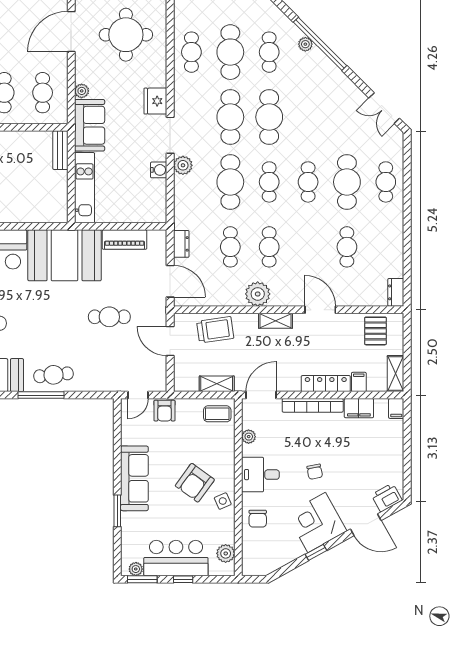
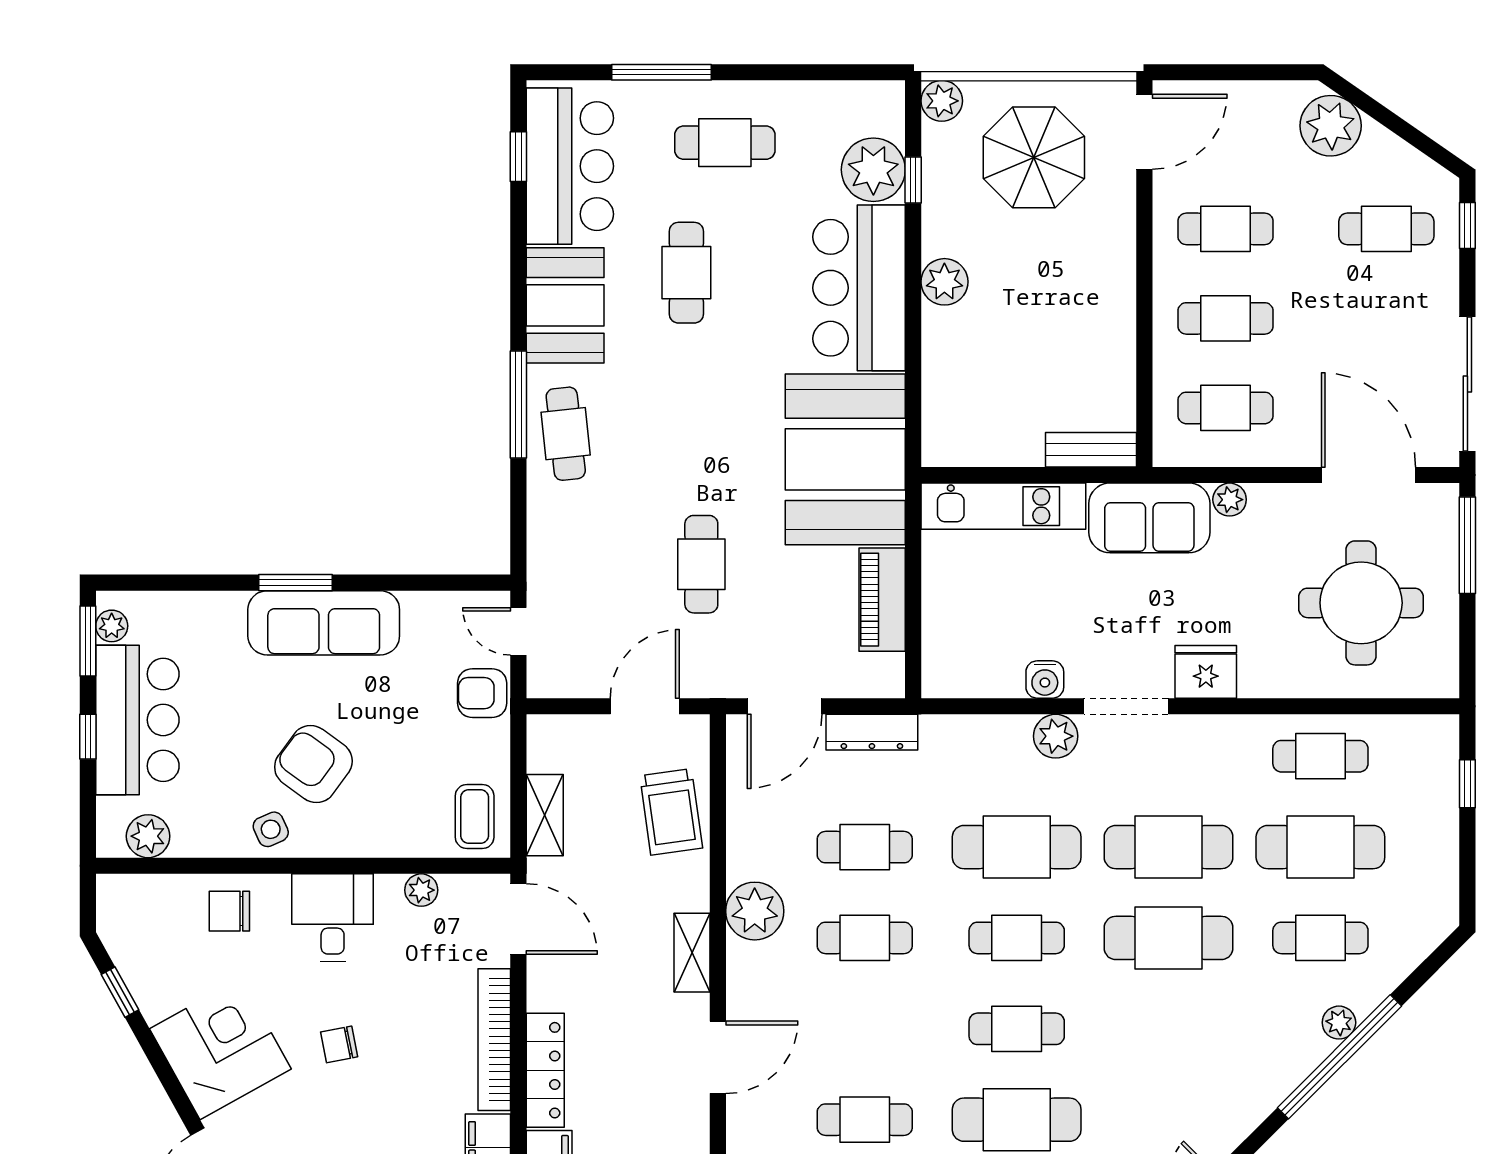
dresser: (181, 244) -> (872, 732), width x1.44
window: (117, 511) -> (296, 583), moved
window: (316, 552) -> (120, 992), moved

